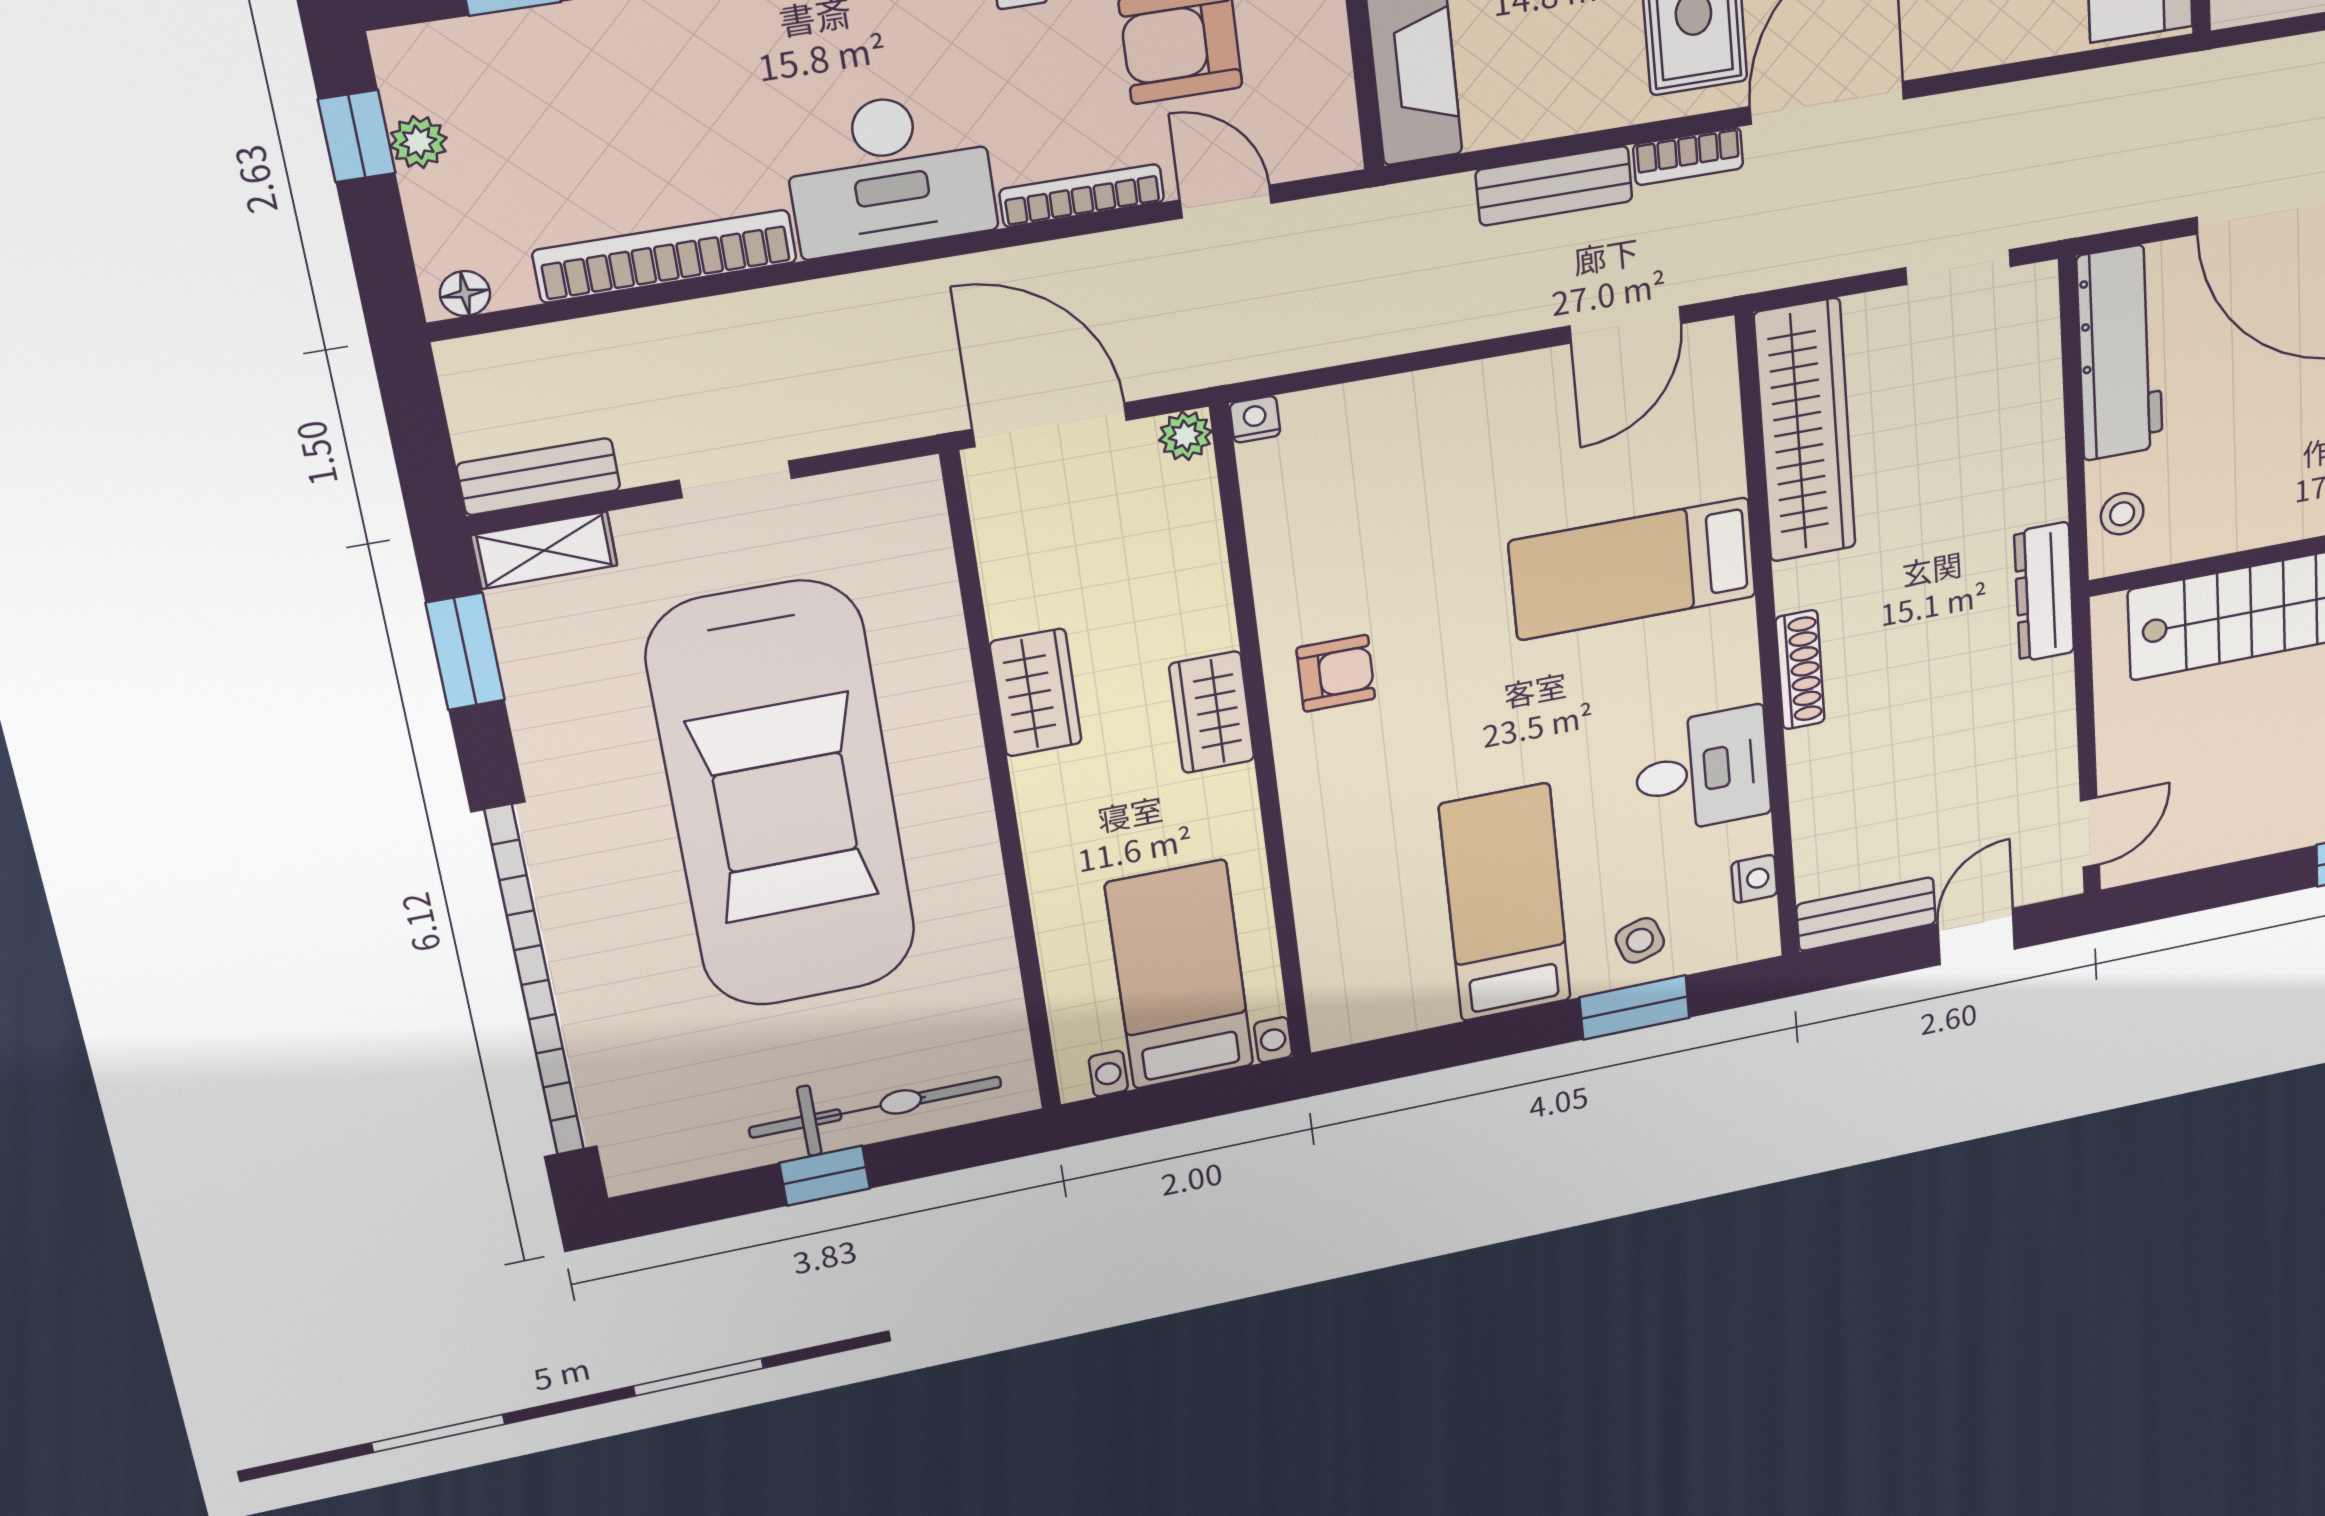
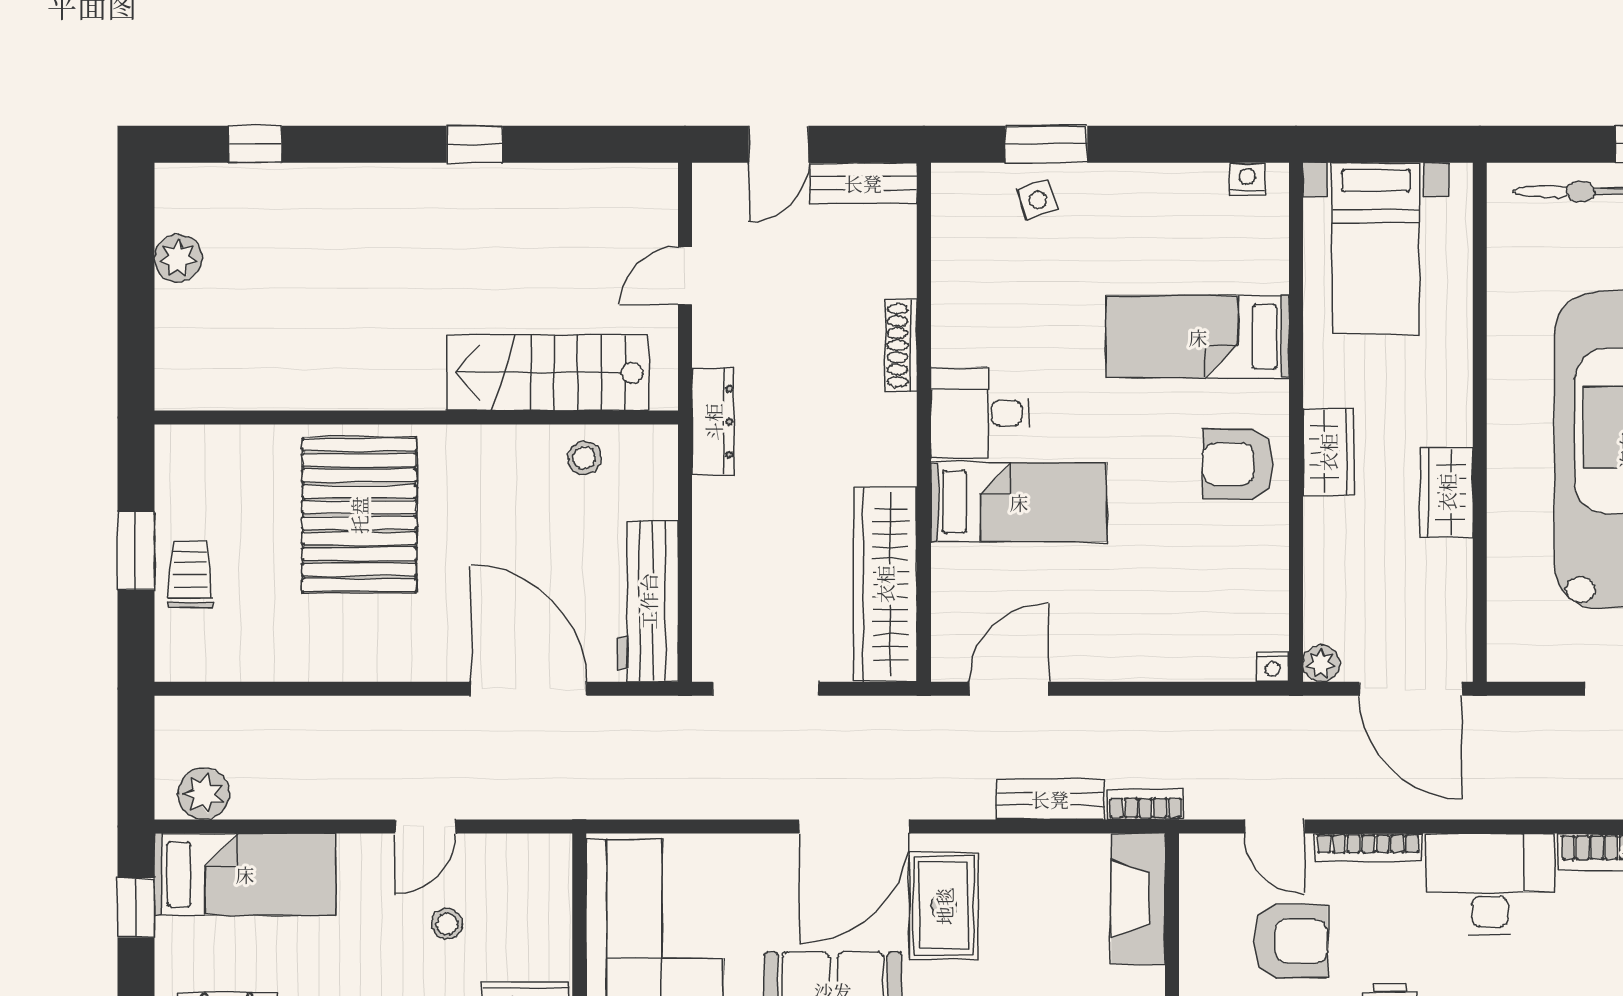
bookcase: (1688, 156) -> (1145, 804), moved
doorway: (1958, 267) -> (766, 689), width x1.38
stool: (2122, 514) -> (584, 458), moved
shoe rack: (1800, 670) -> (901, 345), moved
armchair: (1336, 673) -> (1238, 464), width x1.38, depth x1.38
desk: (1702, 771) -> (980, 413), moved
door: (2090, 832) -> (685, 276), moved
nightstand: (1754, 879) -> (1247, 179), moved, turned 90
bed: (1505, 903) -> (1198, 337), moved, turned 90

